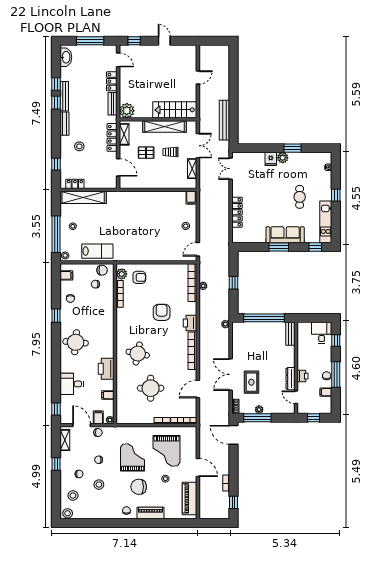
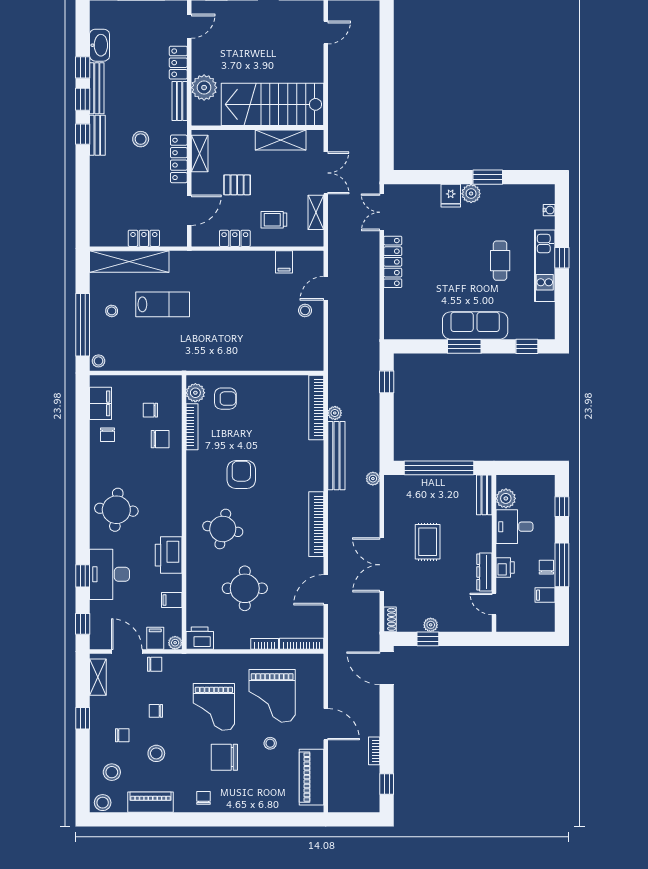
washbasin: (66, 57) -> (100, 45), moved
door: (118, 60) -> (189, 26), hinge flipped
door: (198, 77) -> (326, 33), moved
stairs: (175, 110) -> (273, 104), width x1.36, depth x1.51
plant: (127, 111) -> (204, 88), moved
bench: (224, 120) -> (336, 456), moved
shelving: (165, 126) -> (281, 140), width x0.68
stool: (79, 146) -> (141, 139), moved
trolley: (171, 152) -> (274, 220), moved
window: (56, 164) -> (83, 134), moved
door: (118, 167) -> (189, 210), hinge flipped
locker: (75, 184) -> (144, 238), moved
locker: (145, 184) -> (235, 238), added
filing cabinet: (191, 198) -> (284, 262), moved
locker: (237, 212) -> (393, 262), moved
kitchen unit: (326, 222) -> (545, 266), moved
door: (198, 249) -> (326, 288), moved
lab bench: (97, 251) -> (163, 304), moved
chair: (102, 270) -> (160, 439), moved
filing cabinet: (66, 275) -> (101, 403), width x2.00
window: (233, 283) -> (387, 382), moved
armchair: (162, 312) -> (241, 475), moved
window: (56, 316) -> (83, 576), moved
printer: (190, 323) -> (200, 638), moved, turned 90
desk: (322, 333) -> (514, 527), moved, turned -90
plant: (303, 336) -> (506, 498), added
rug: (251, 382) -> (428, 542), moved
desk: (72, 384) -> (110, 574), width x1.37
window: (257, 418) -> (428, 639), width x0.46
window: (314, 418) -> (524, 639), removed
grand piano: (133, 457) -> (214, 707), turned 180
piano: (151, 513) -> (151, 802), moved

